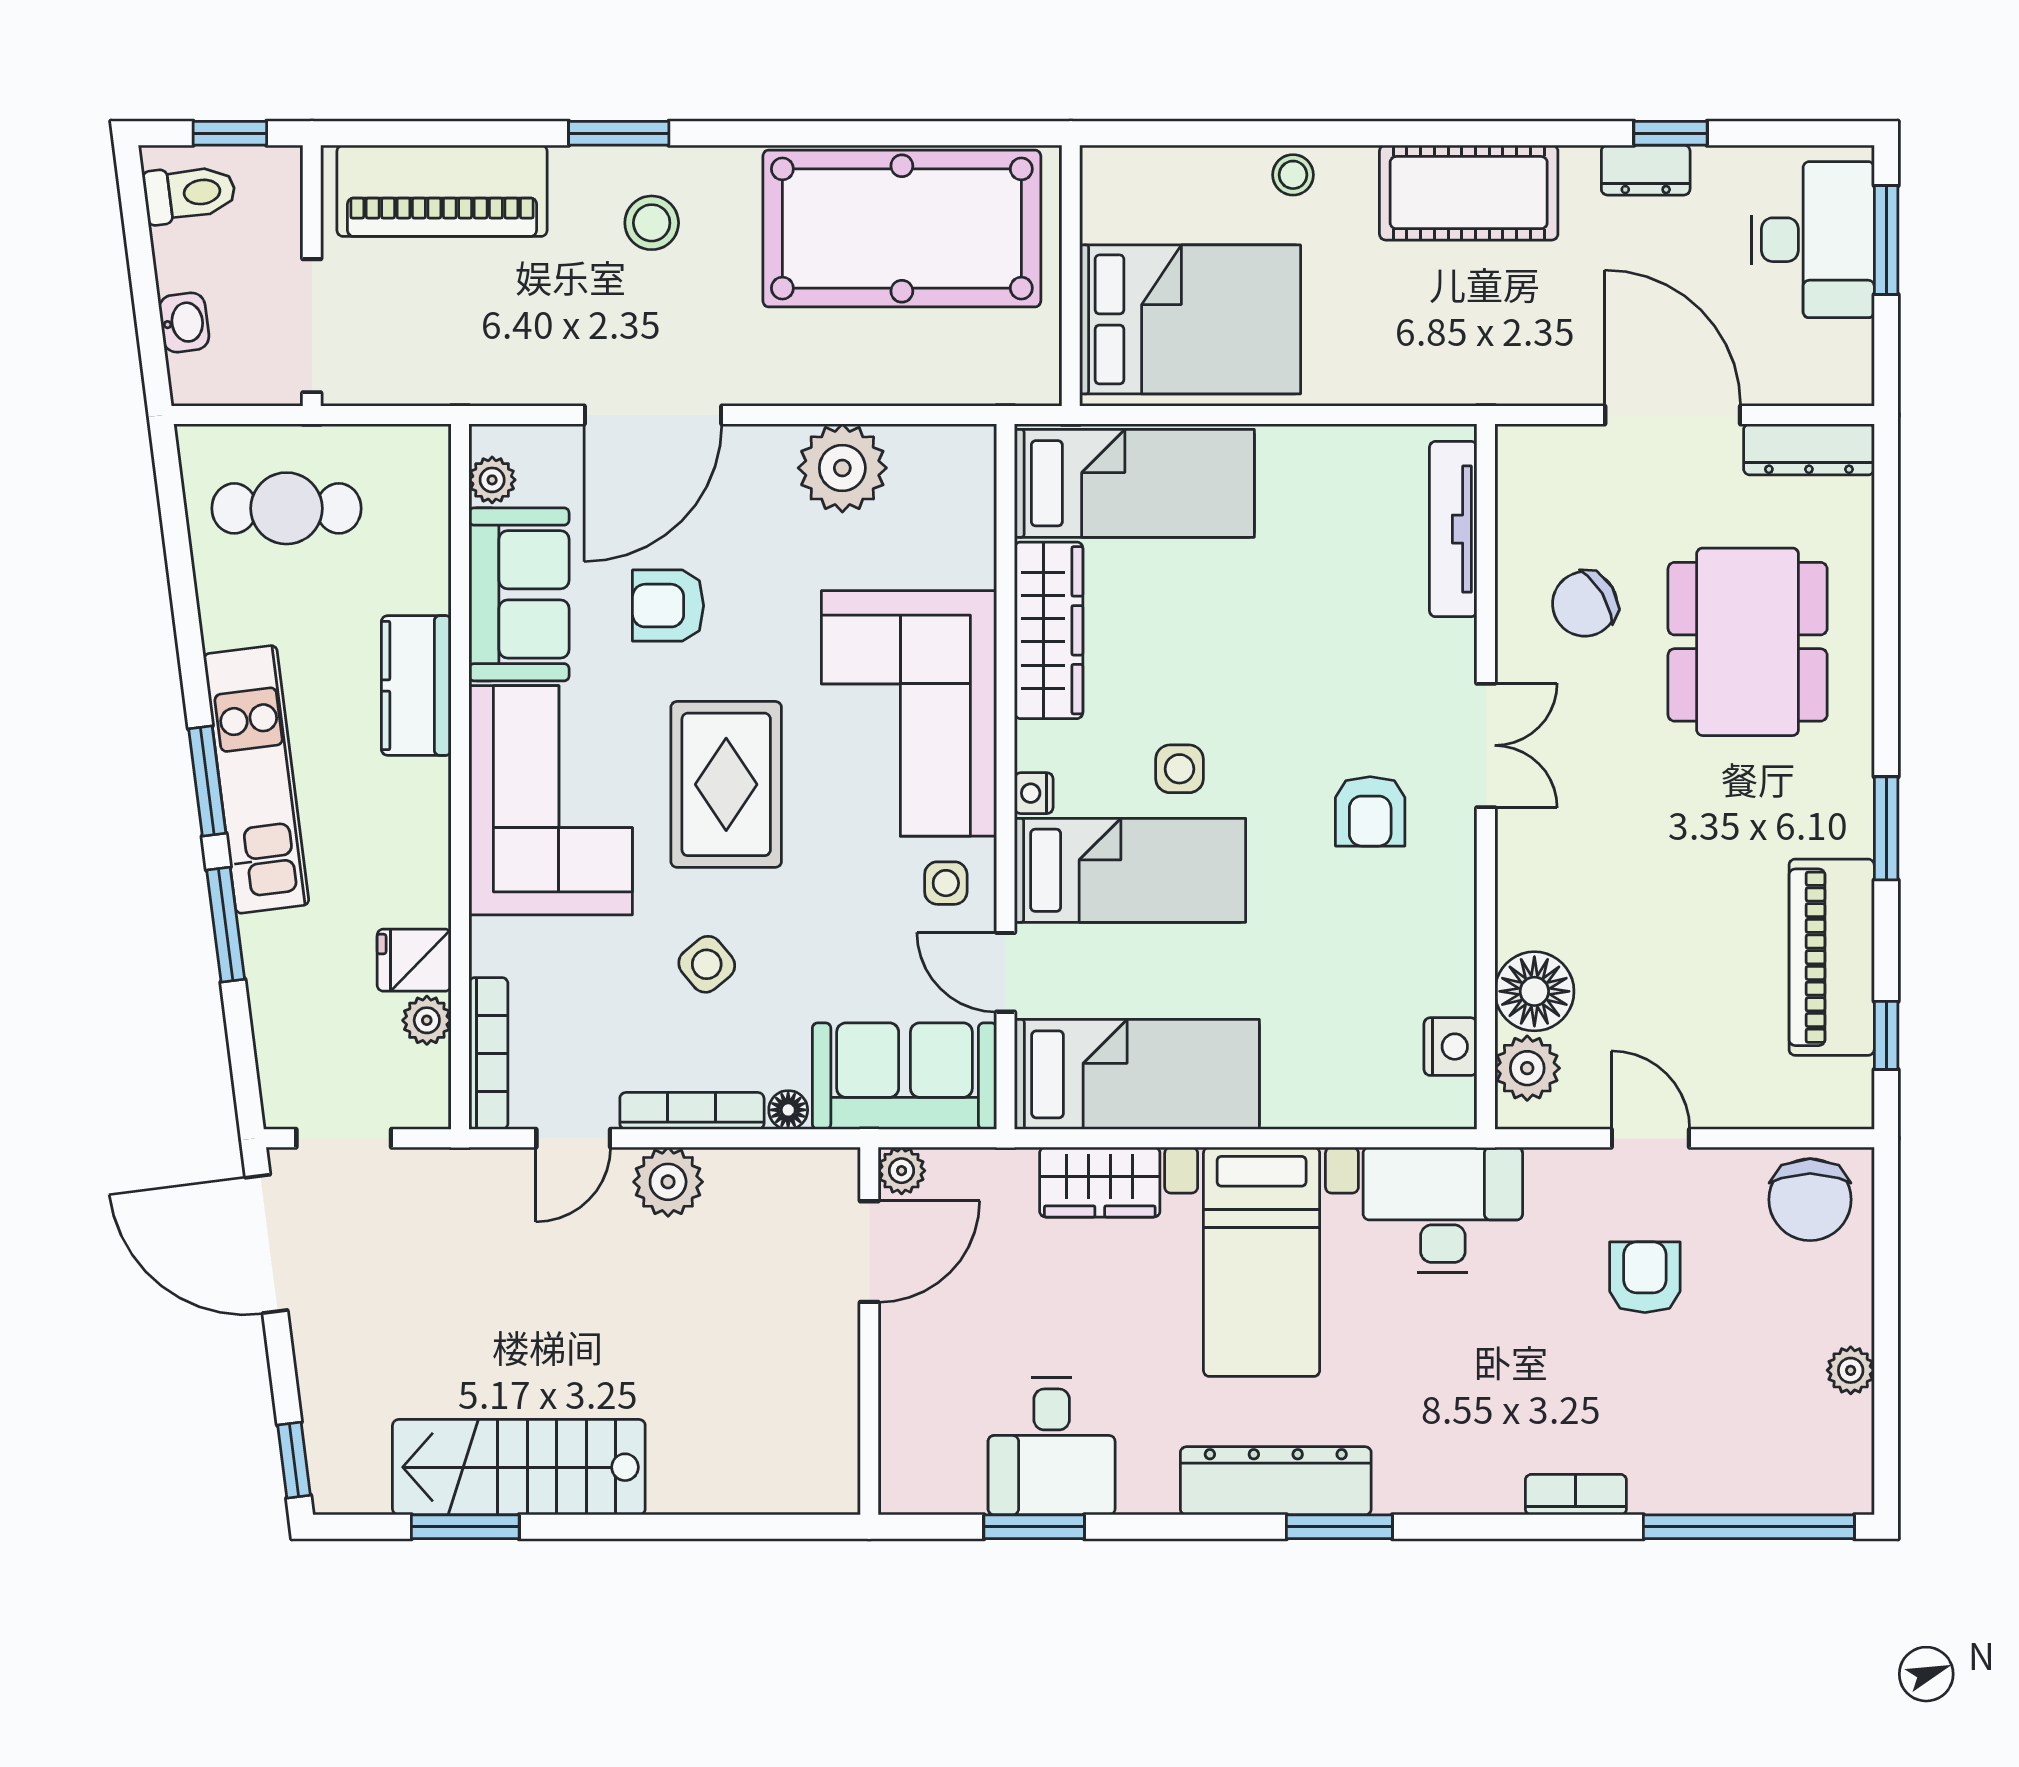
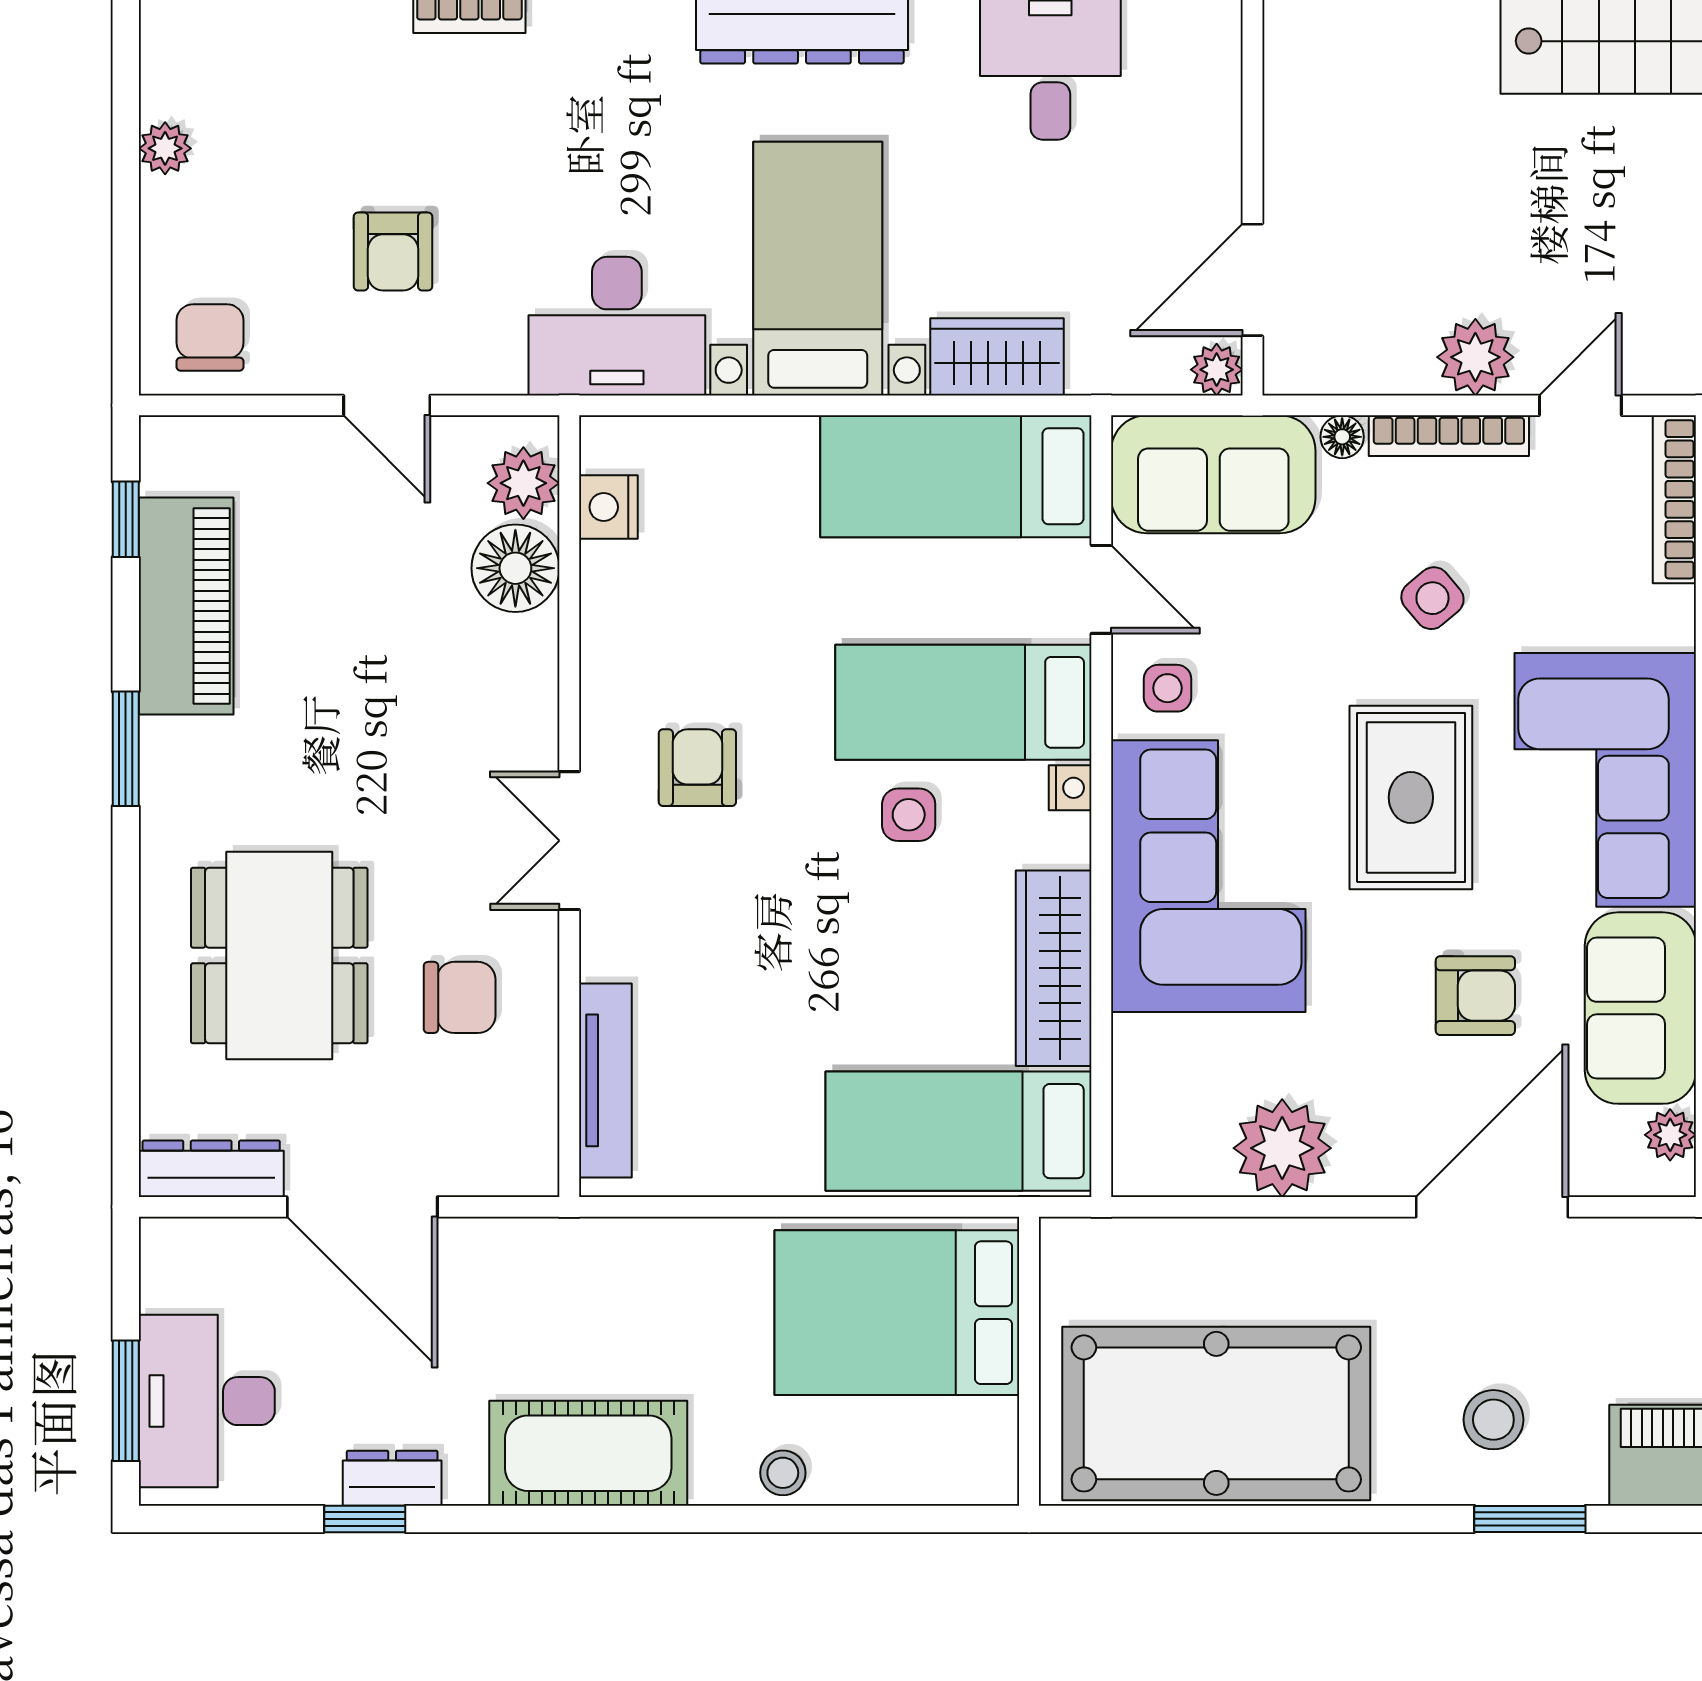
chair: (1585, 604) -> (460, 997), turned 31
chair: (1810, 1200) -> (210, 337), width x0.73, depth x0.73

